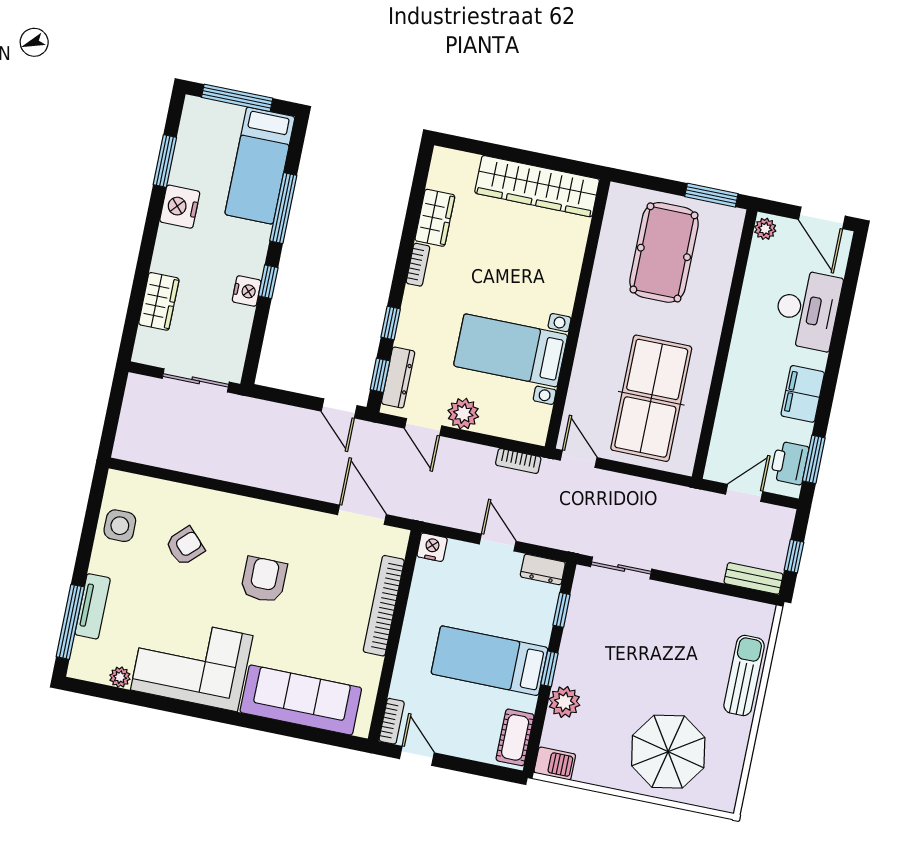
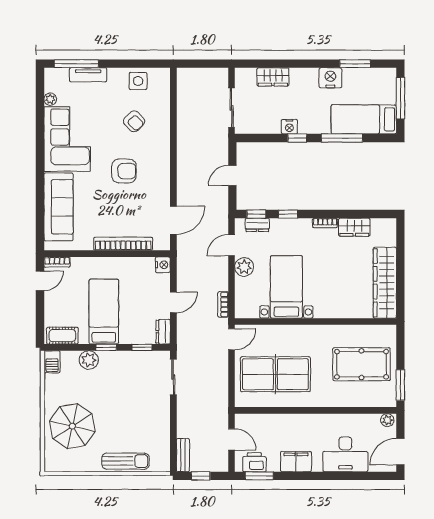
dresser: (398, 377) -> (257, 225), width x0.70
door: (339, 408) -> (232, 176), moved

